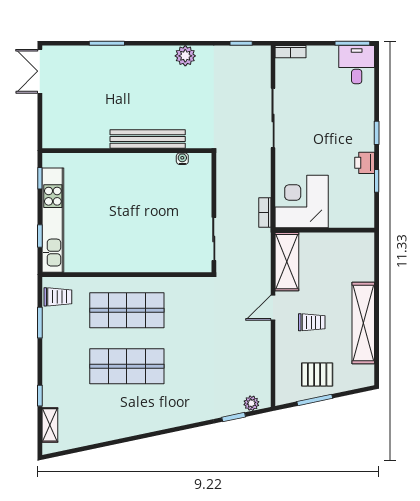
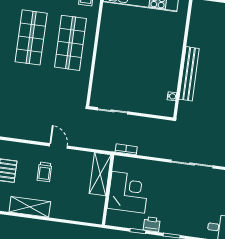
corner desk: (302, 201) -> (128, 192), moved
shelving: (287, 262) -> (100, 174), moved, turned 90
shelving: (363, 323) -> (30, 207), width x0.68

